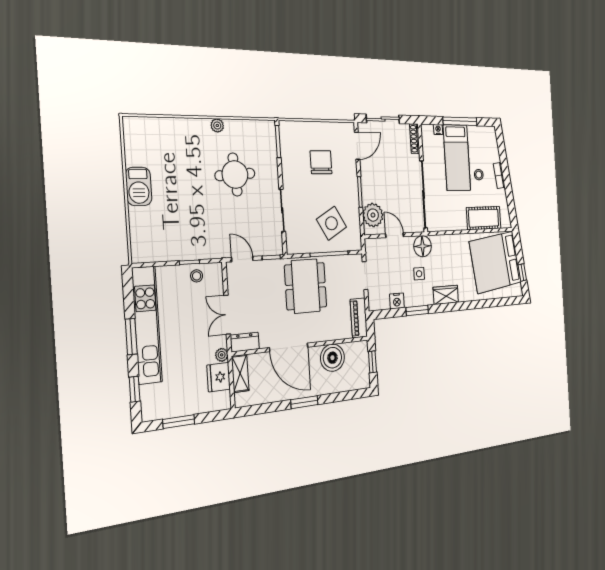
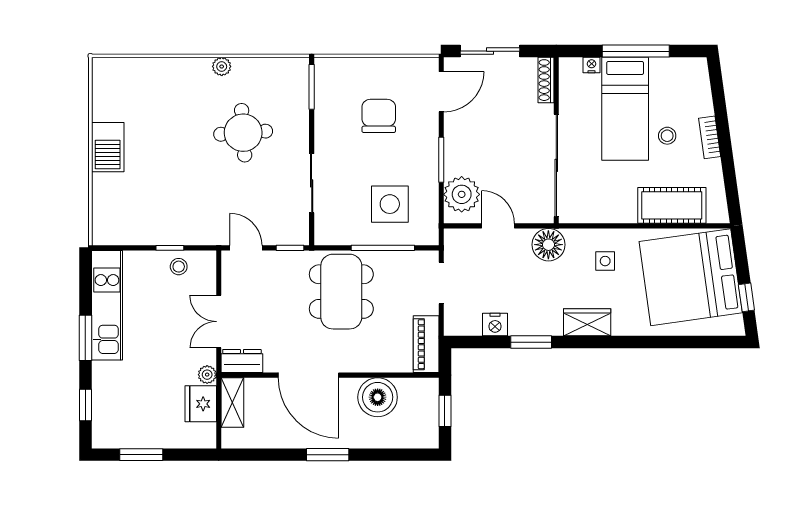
side table: (331, 223) -> (390, 204), turned 30
side table: (419, 274) -> (605, 261), moved
kitchen unit: (147, 325) -> (107, 305), width x0.73

